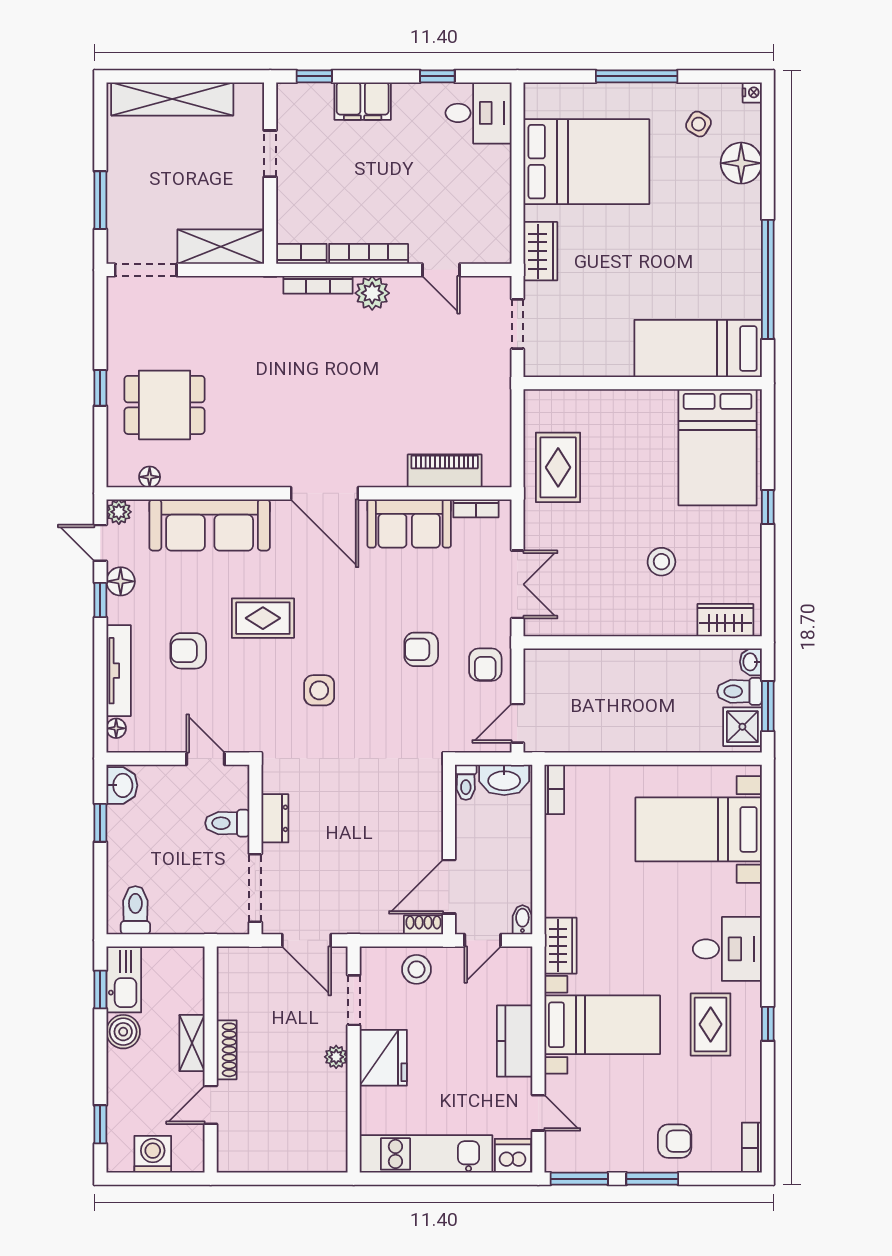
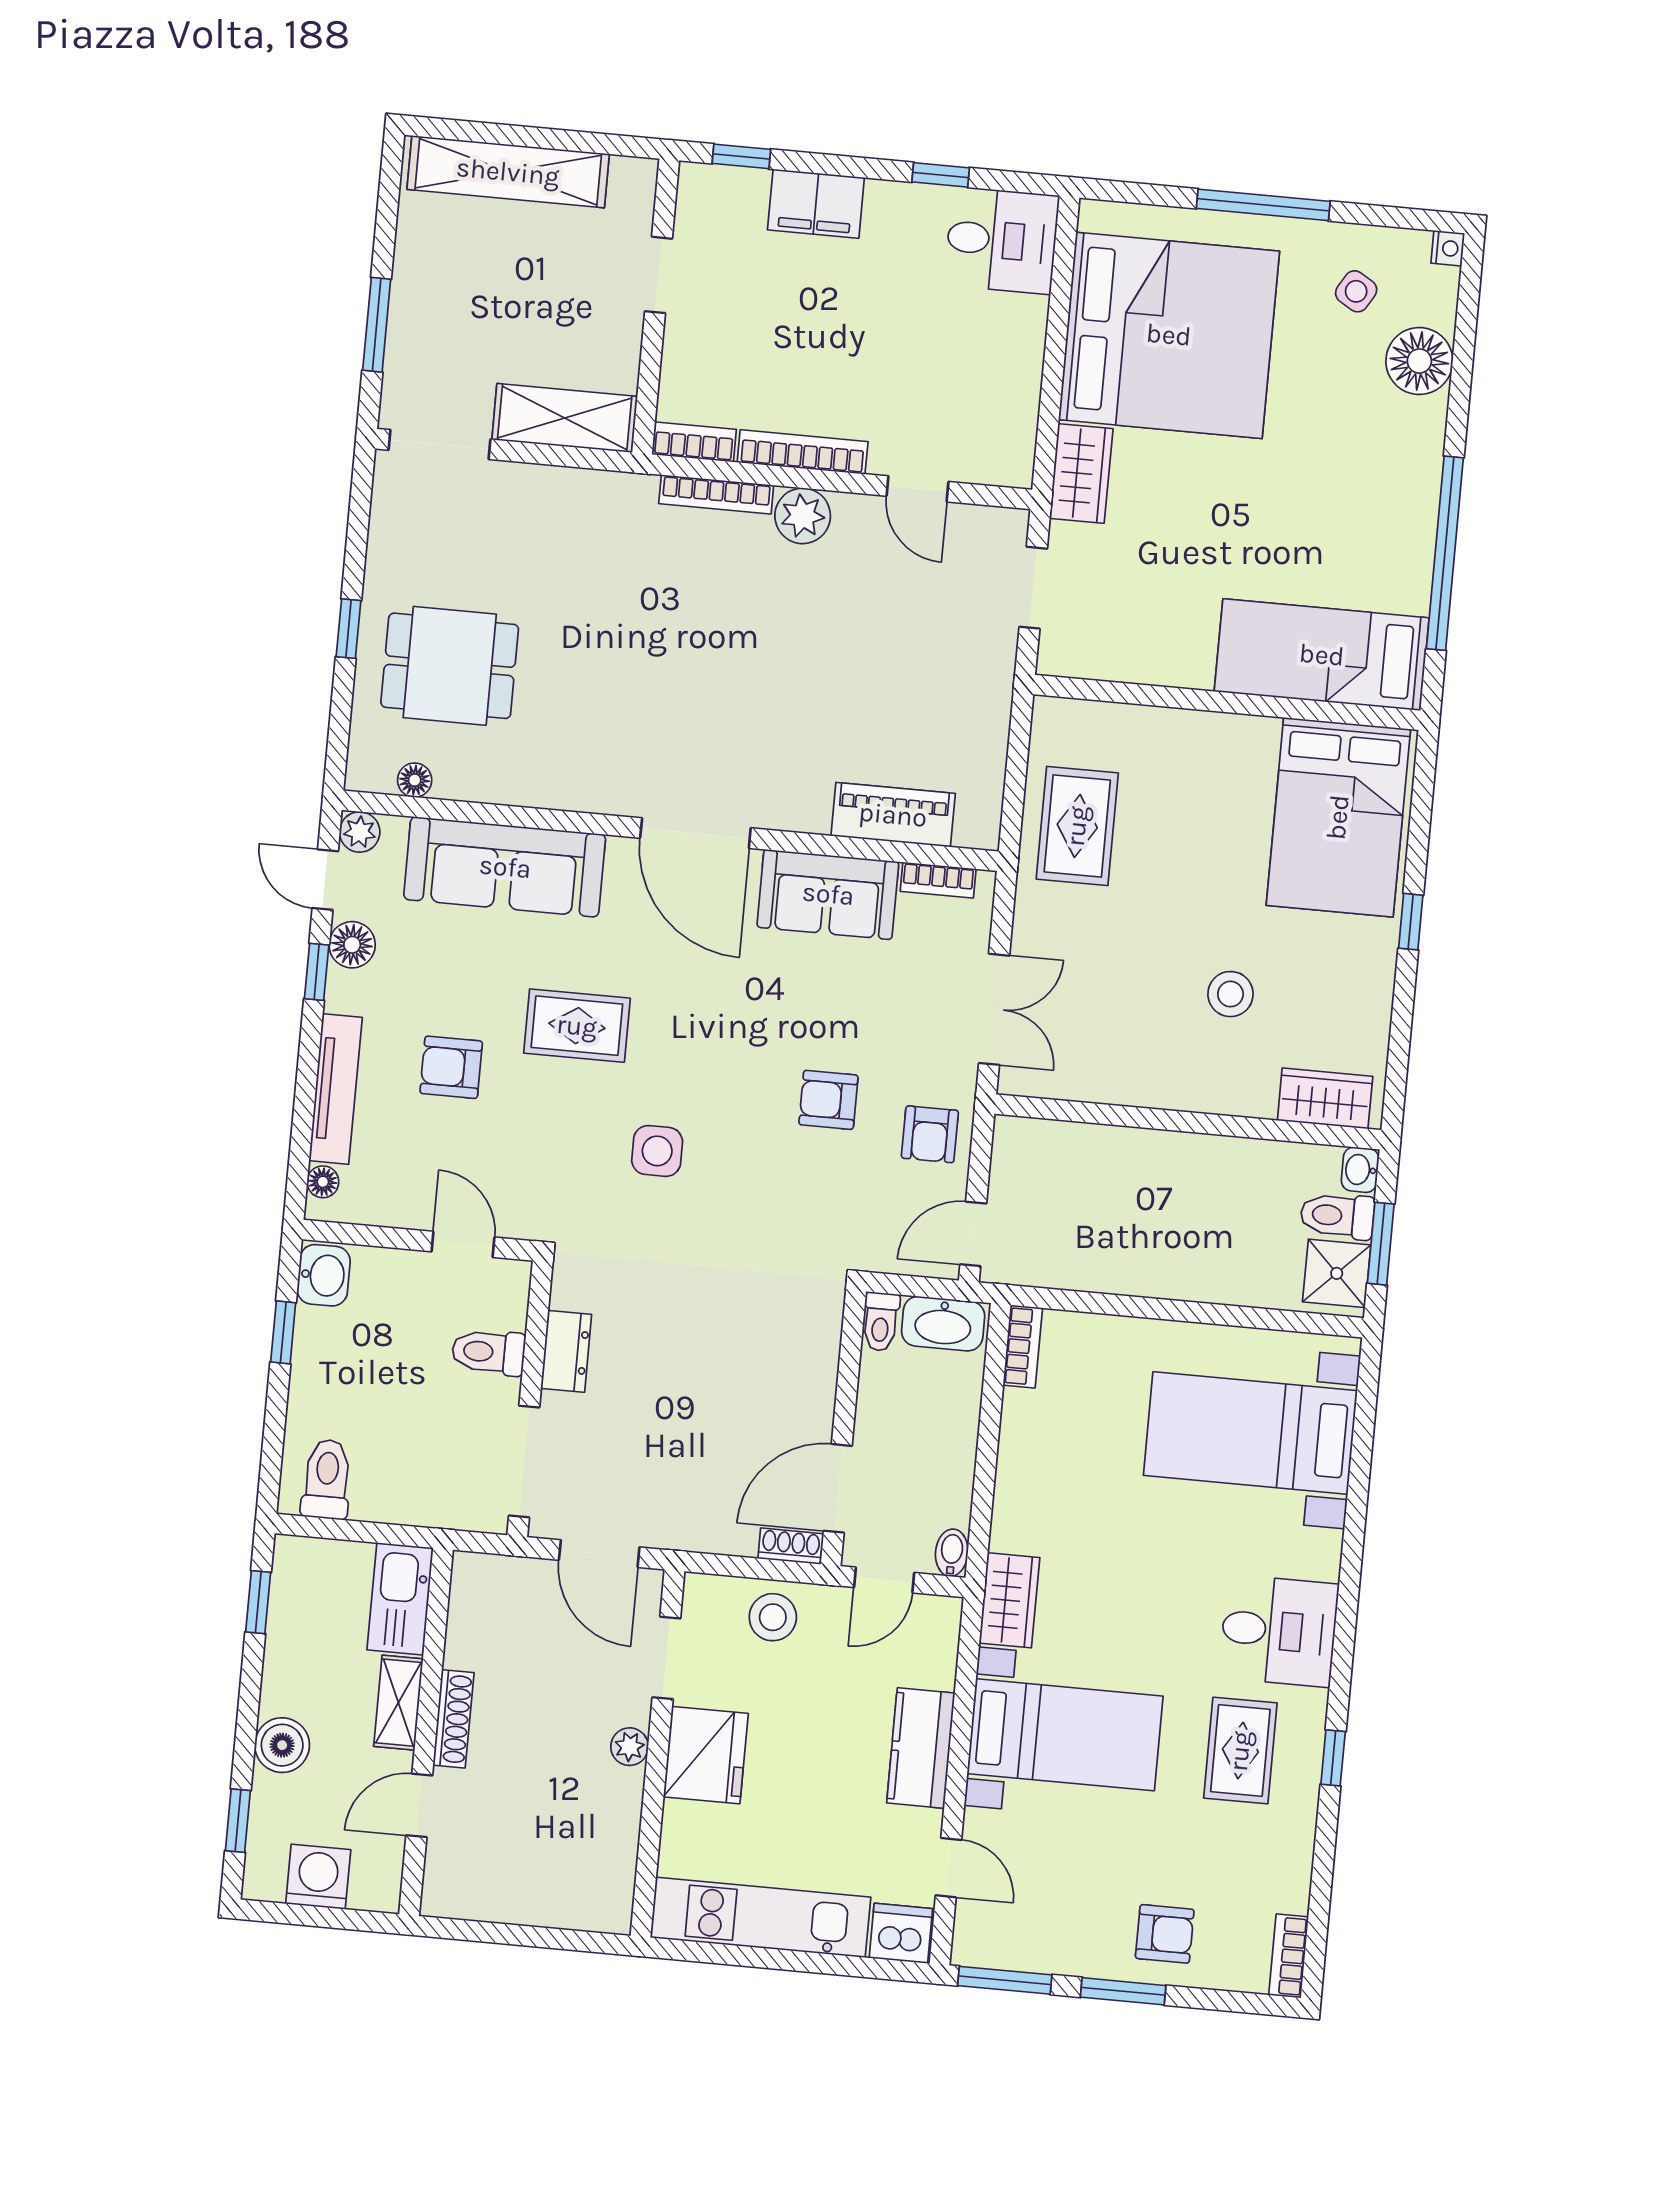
bed: (586, 162) -> (1169, 335), width x1.36
kitchen sink: (124, 979) -> (400, 1599), moved, turned 180
boiler: (123, 1032) -> (282, 1745), moved

